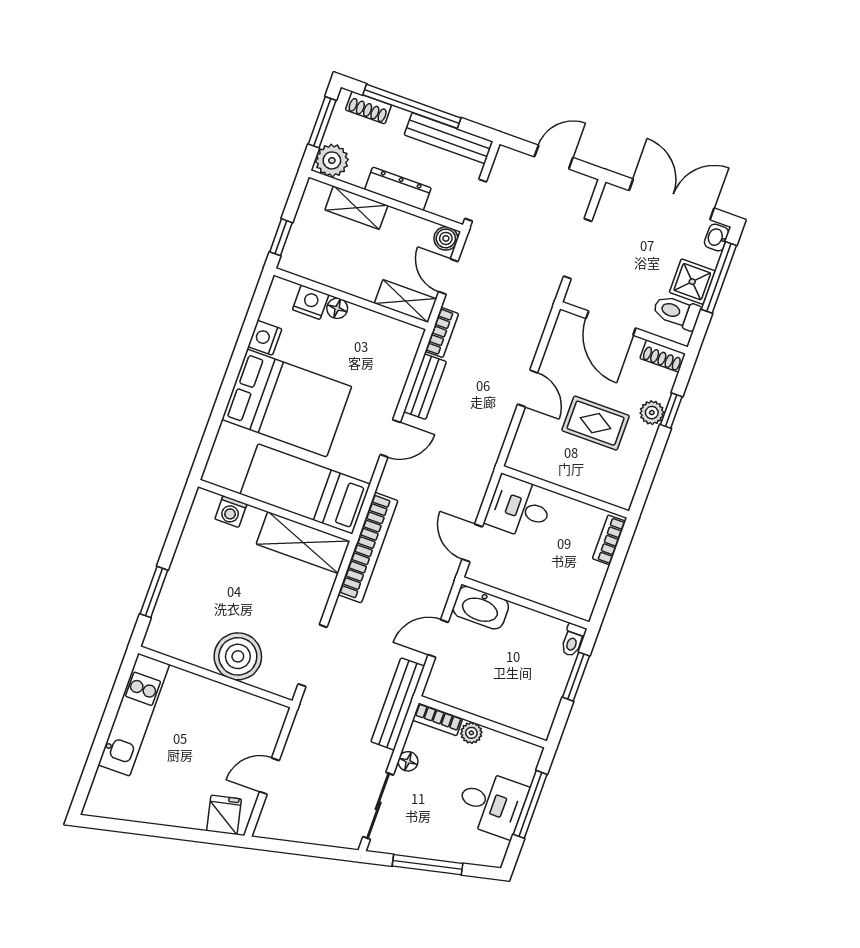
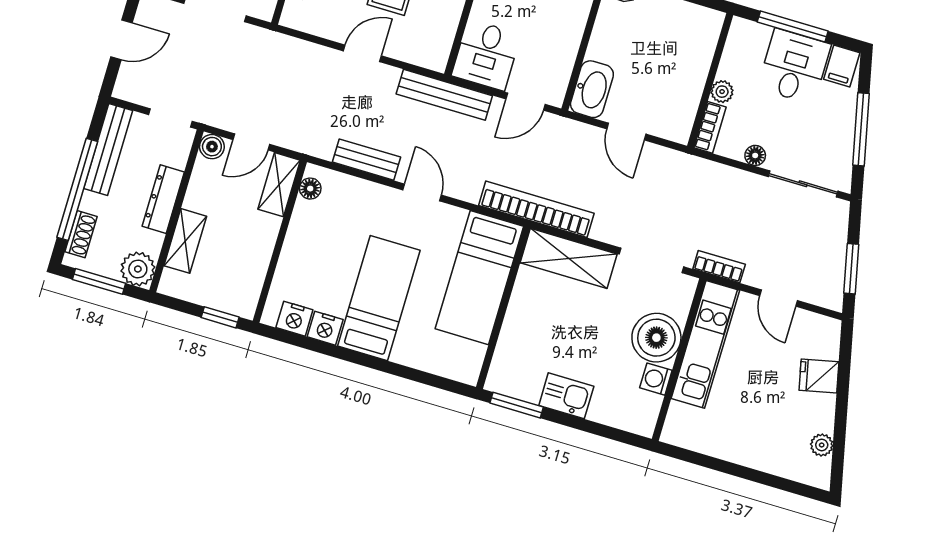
door: (554, 157) -> (122, 40), swing flipped
nightstand: (311, 302) -> (294, 319), moved, turned -90
floor lamp: (337, 308) -> (310, 189), moved
bookcase: (442, 332) -> (719, 267), moved
bed: (287, 403) -> (379, 298), width x0.67
washing machine: (231, 512) -> (656, 379), moved, turned 180
shelving: (303, 542) -> (569, 258), moved, turned 90
kitchen sink: (187, 566) -> (566, 396), added
window: (154, 592) -> (517, 405), moved
bench: (398, 704) -> (444, 95), moved
kitchen unit: (134, 715) -> (705, 344), moved, turned 90
plant: (126, 810) -> (822, 445), added
fridge: (224, 815) -> (819, 376), moved
window: (294, 848) -> (851, 269), added
filing cabinet: (490, 850) -> (842, 66), added

